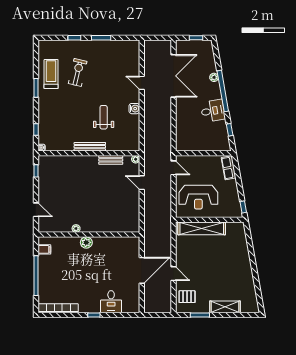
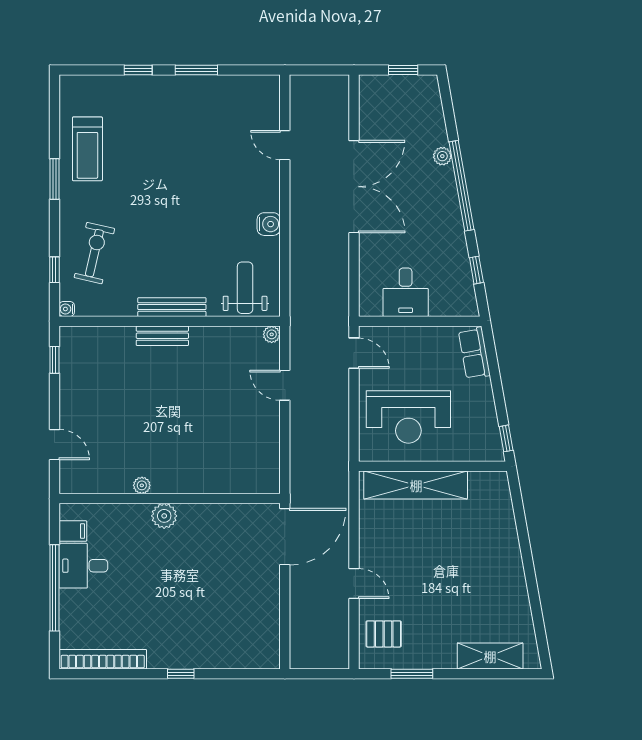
exercise bike: (78, 72) -> (94, 253), moved
treadmill: (51, 74) -> (87, 149), turned 180
double door: (173, 76) -> (354, 187), moved
door: (142, 83) -> (285, 145), moved
desk: (213, 111) -> (406, 292), moved, turned 100
weight bench: (104, 117) -> (245, 288), moved
bench: (111, 160) -> (162, 336), moved
door: (142, 270) -> (285, 537), moved
desk: (111, 302) -> (83, 566), moved, turned 90
shelving: (225, 307) -> (490, 656), moved

